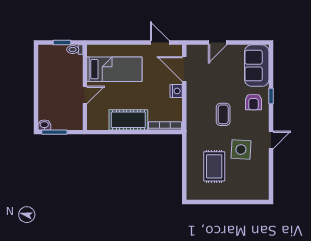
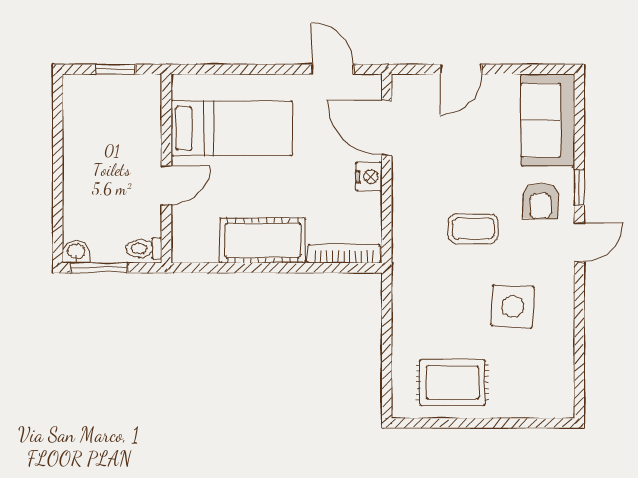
toilet: (75, 50) -> (144, 248), moved
coffee table: (223, 114) -> (473, 229), turned 90
door: (271, 140) -> (579, 242), moved
rug: (214, 166) -> (452, 383), moved, turned 90

